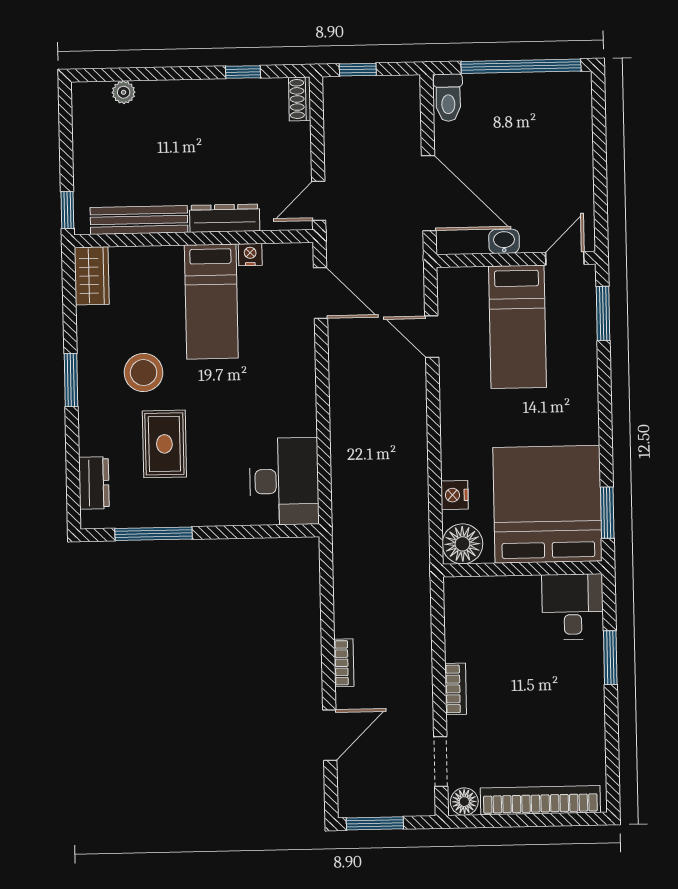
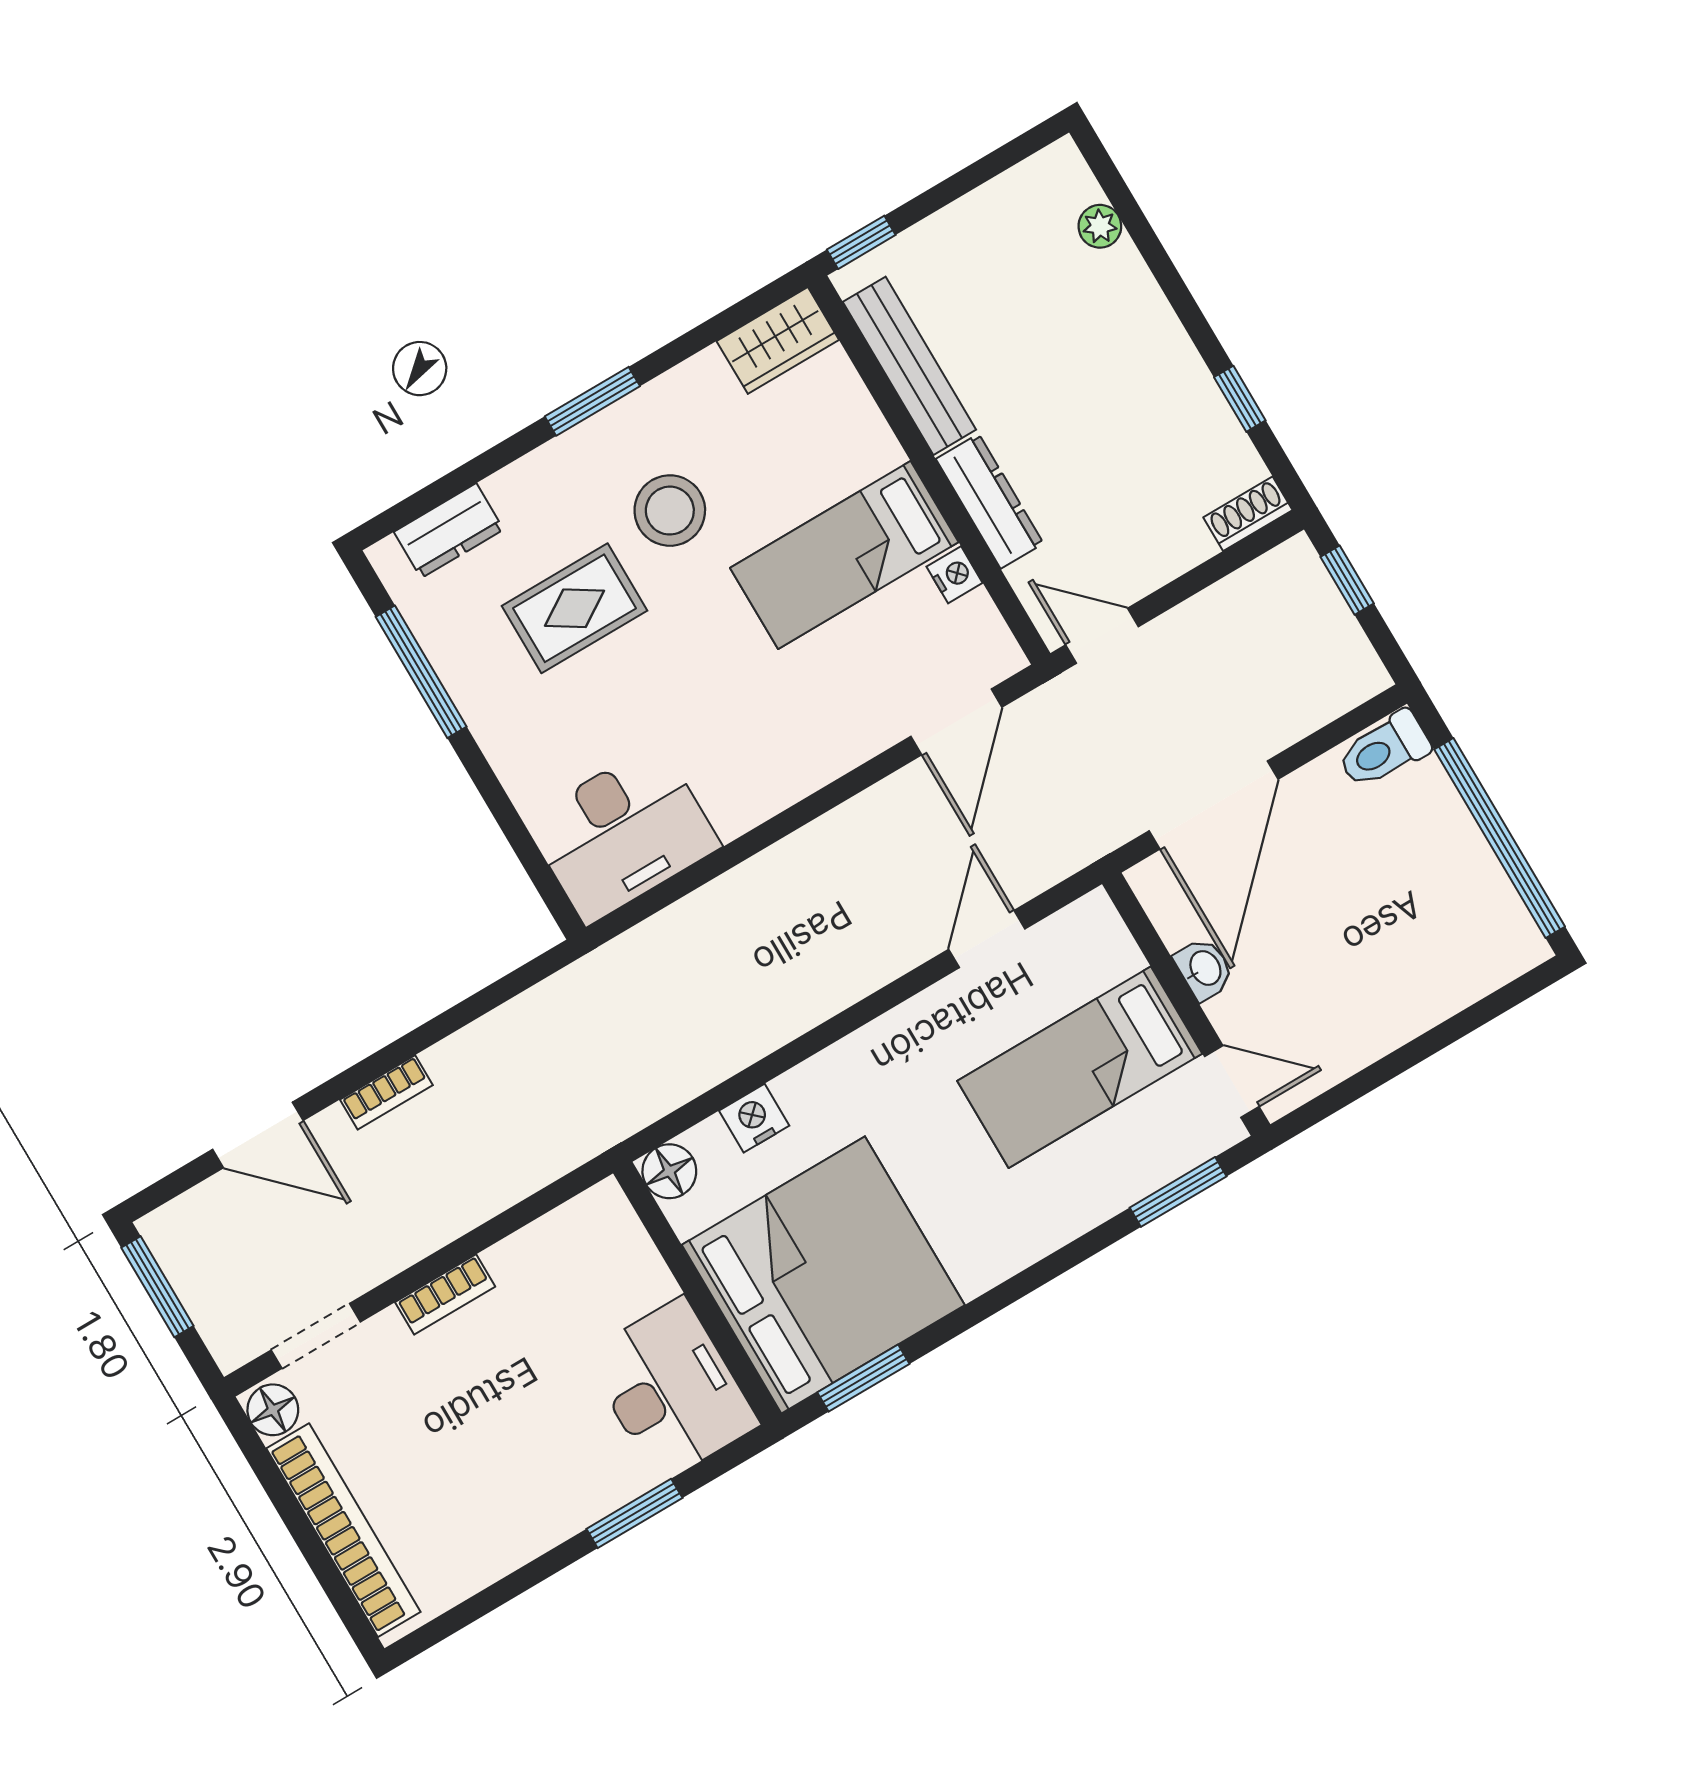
floor lamp: (462, 544) -> (669, 1171), width x0.73, depth x0.73
desk: (573, 607) -> (671, 1390), width x1.37

